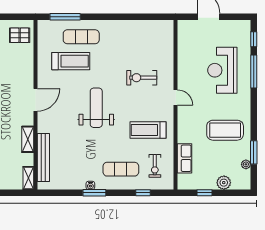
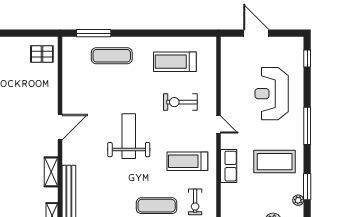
treadmill: (71, 61) -> (175, 62), moved, turned 180
window: (254, 71) -> (307, 126), moved
row of seats: (184, 158) -> (229, 166), moved

